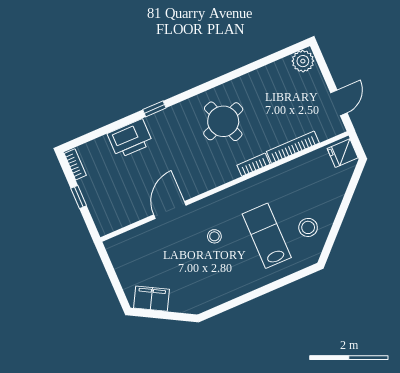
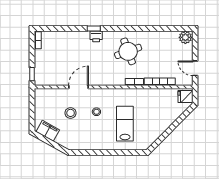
door: (339, 103) -> (195, 68), swing flipped
printer: (130, 139) -> (96, 36), moved, width x0.53, depth x0.68
window: (79, 197) -> (32, 74), moved
stool: (308, 227) -> (71, 113), moved

